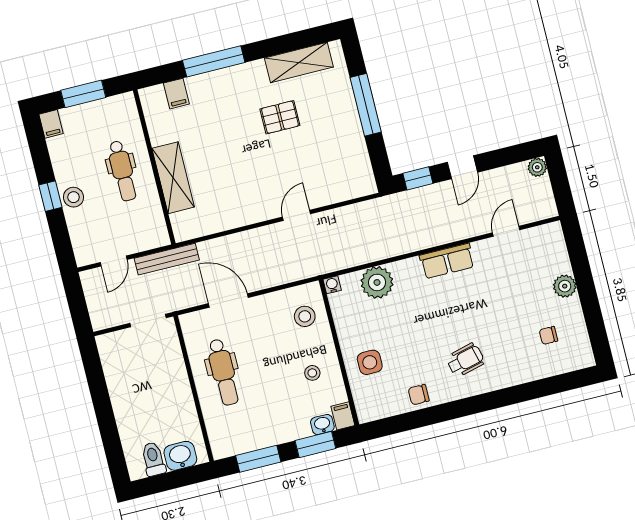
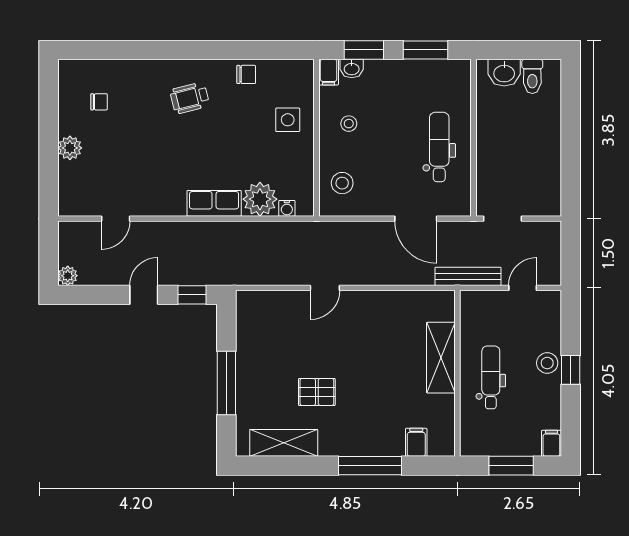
row of seats: (447, 261) -> (214, 203), moved
water cooler: (332, 285) -> (287, 208), moved

